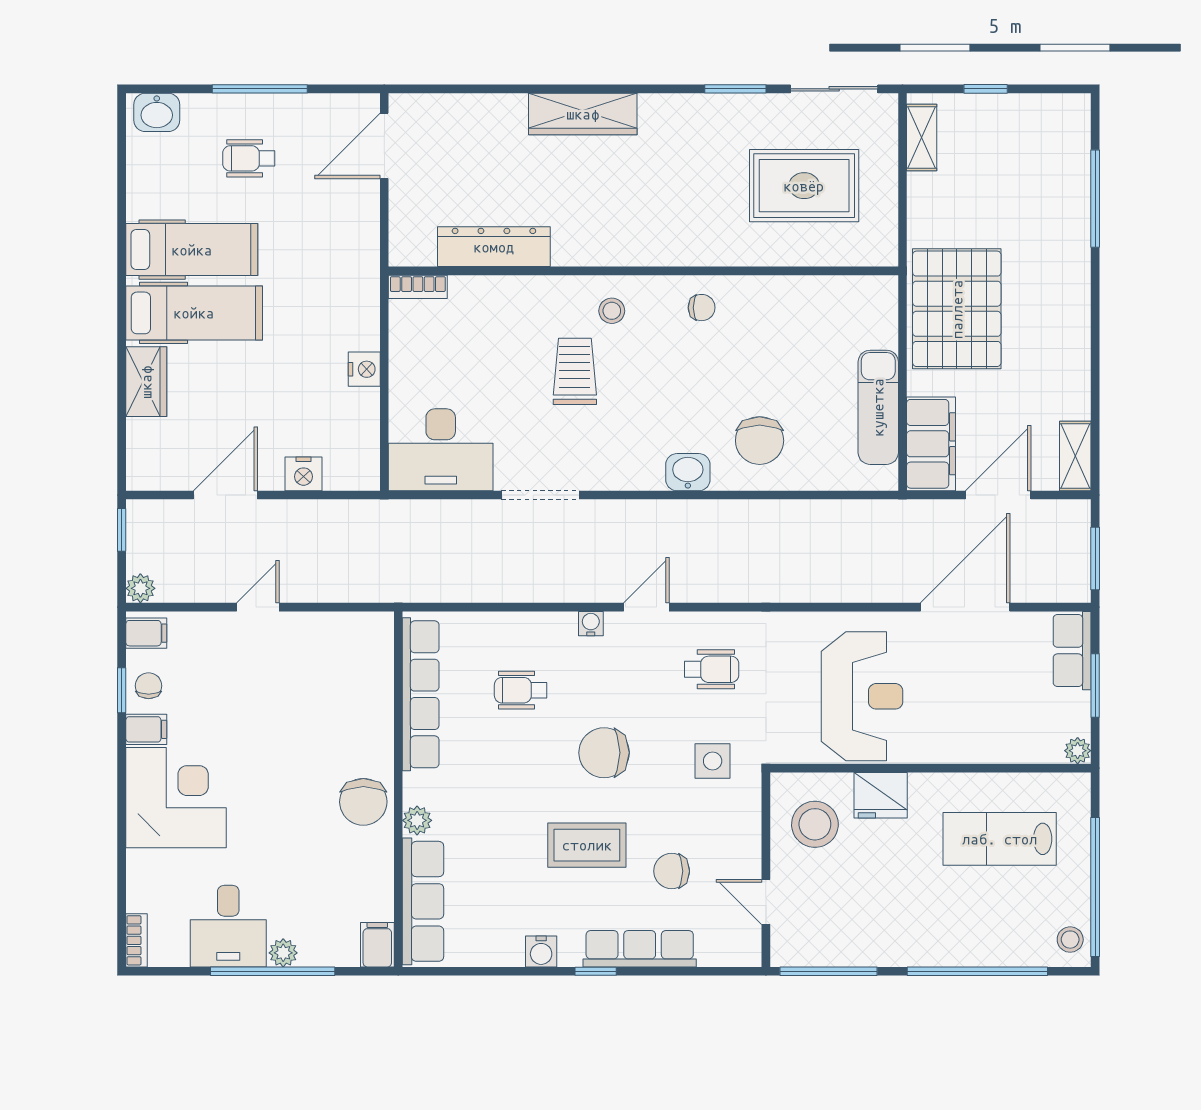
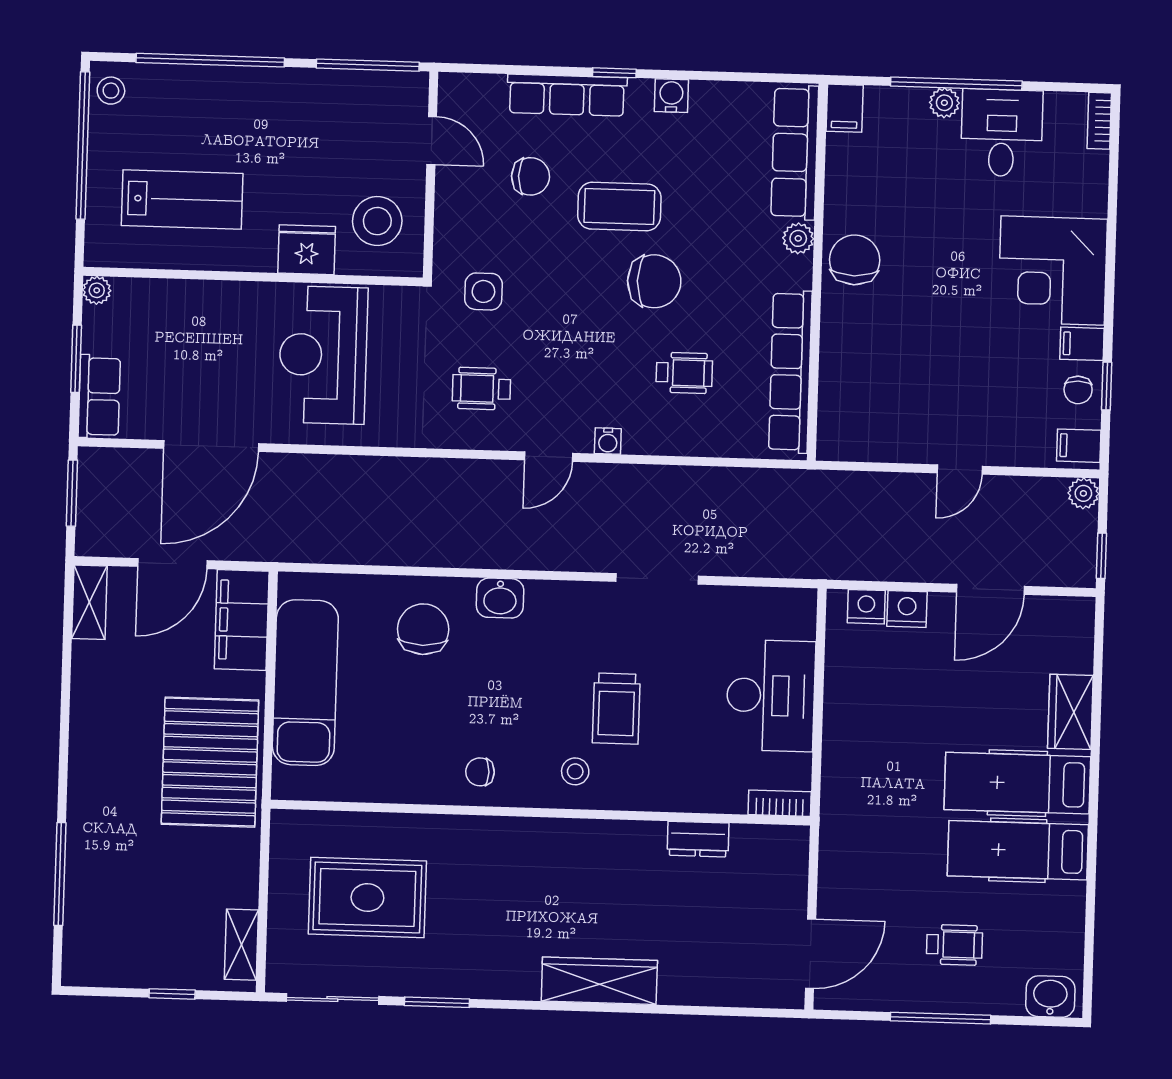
dresser: (494, 247) -> (698, 839), width x0.51, depth x0.80
nightstand: (364, 369) -> (866, 607), moved, turned 90
exam couch: (878, 407) -> (305, 683), width x1.36, depth x1.45
desk: (441, 450) -> (771, 696), moved, turned 90
chair: (604, 753) -> (654, 281), moved

